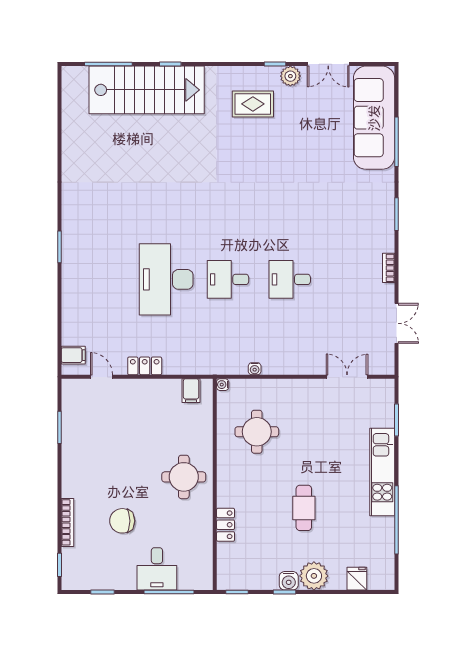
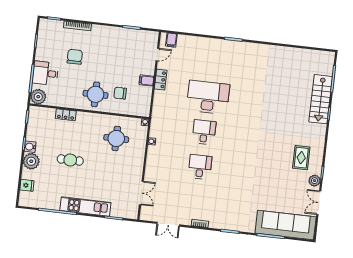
stairs: (147, 90) -> (321, 99), width x0.73, depth x0.66
filing cabinet: (191, 391) -> (146, 80), moved
chair: (177, 434) -> (120, 93), added
plant: (199, 577) -> (38, 97), added

